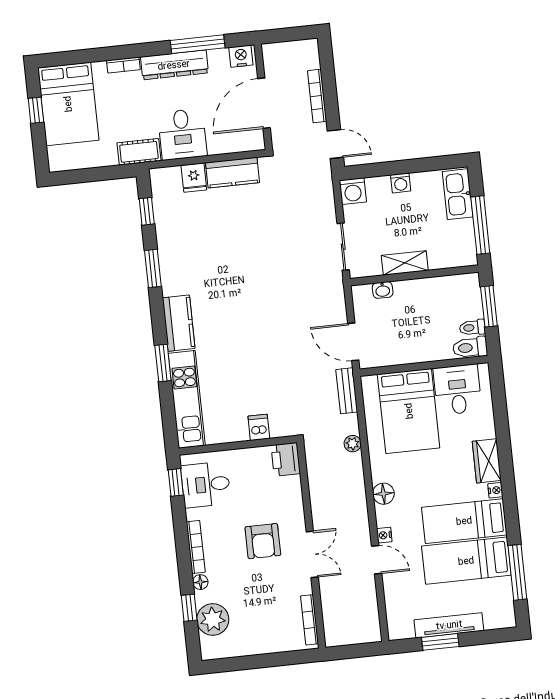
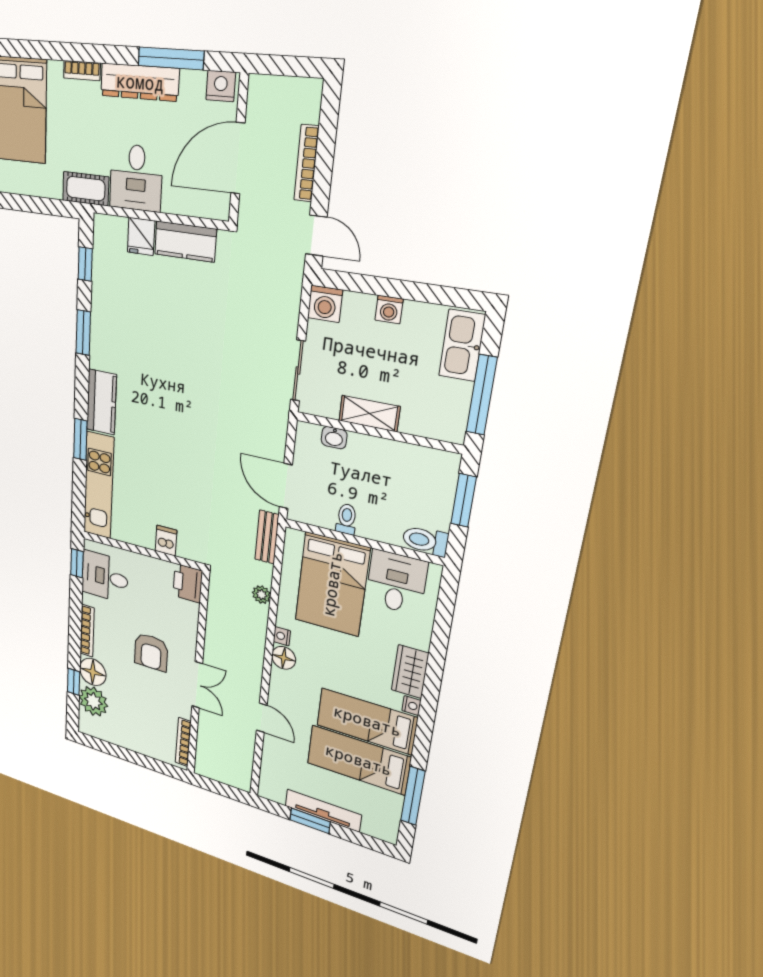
toilet: (472, 328) -> (346, 519), moved, turned 90
nightstand: (384, 535) -> (282, 636), moved
floor lamp: (200, 582) -> (93, 672), width x1.89, depth x1.89

